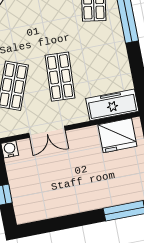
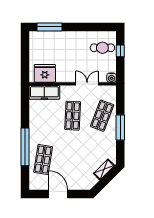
cafe table: (34, 194) -> (102, 48), added

